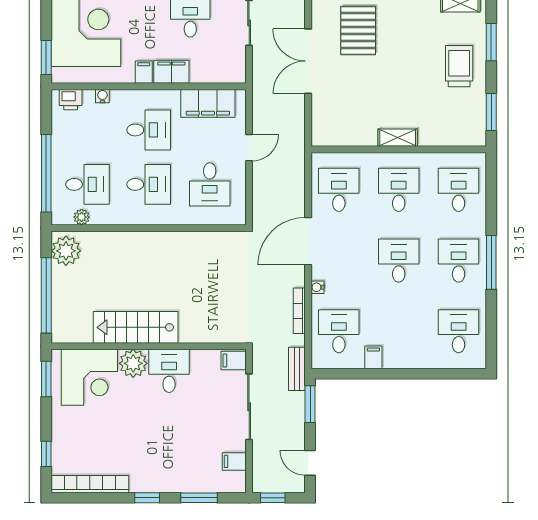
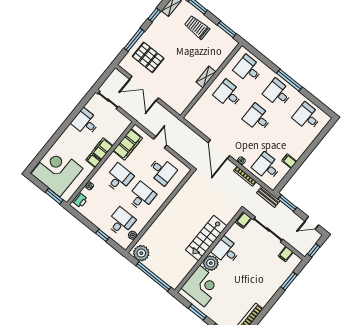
window: (46, 173) -> (102, 235), width x0.32
desk: (339, 190) -> (208, 119), removed
stairs: (136, 327) -> (206, 238), moved
window: (46, 379) -> (197, 312), moved
window: (147, 498) -> (271, 303), removed

